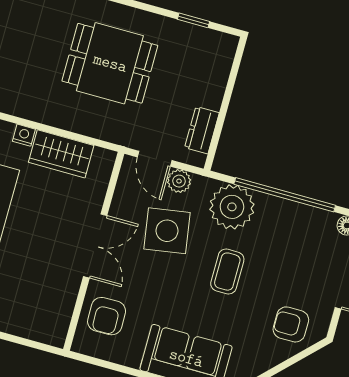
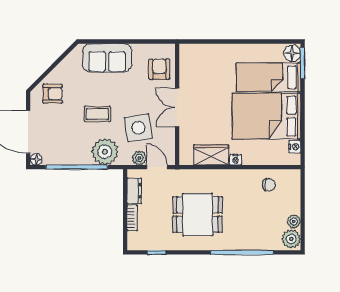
bookcase: (217, 87) -> (132, 218), added
coffee table: (227, 272) -> (97, 114), turned 90

